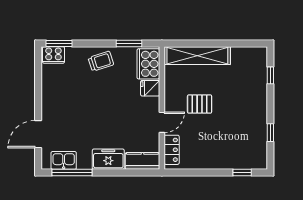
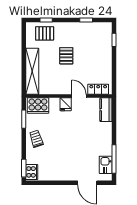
pallet: (251, 73) -> (45, 33), added
fridge: (150, 88) -> (66, 104), moved
pallet: (200, 104) -> (66, 56), moved
freezer: (108, 159) -> (105, 134), removed

